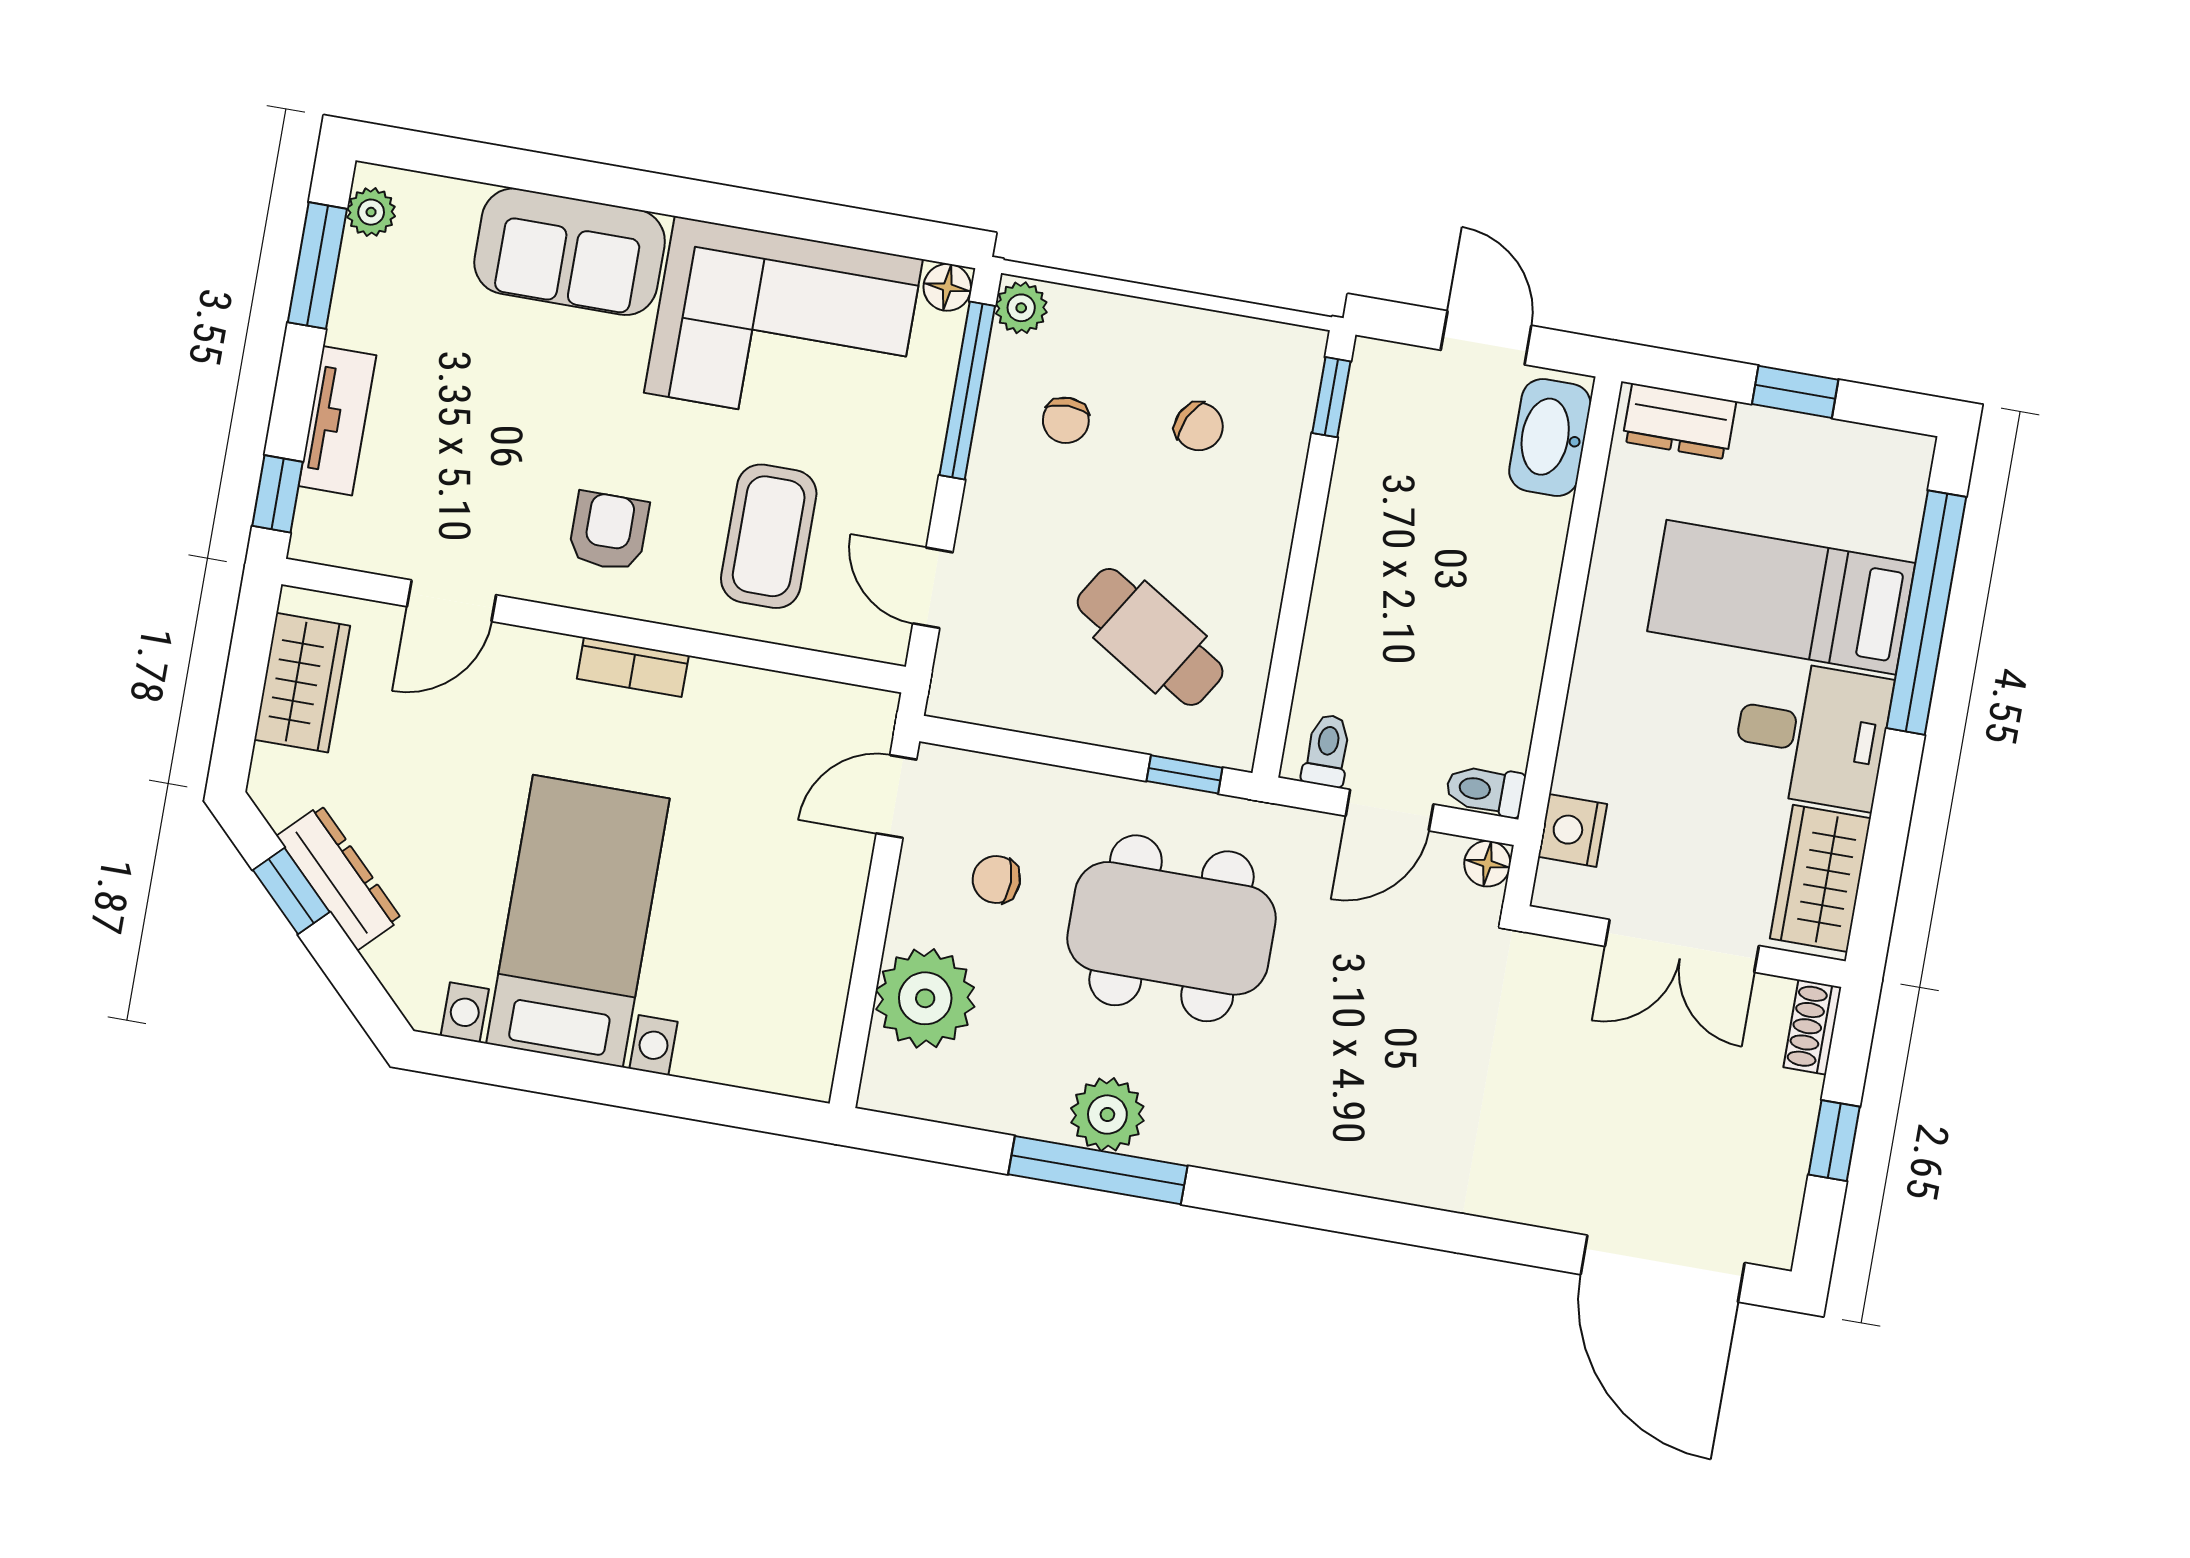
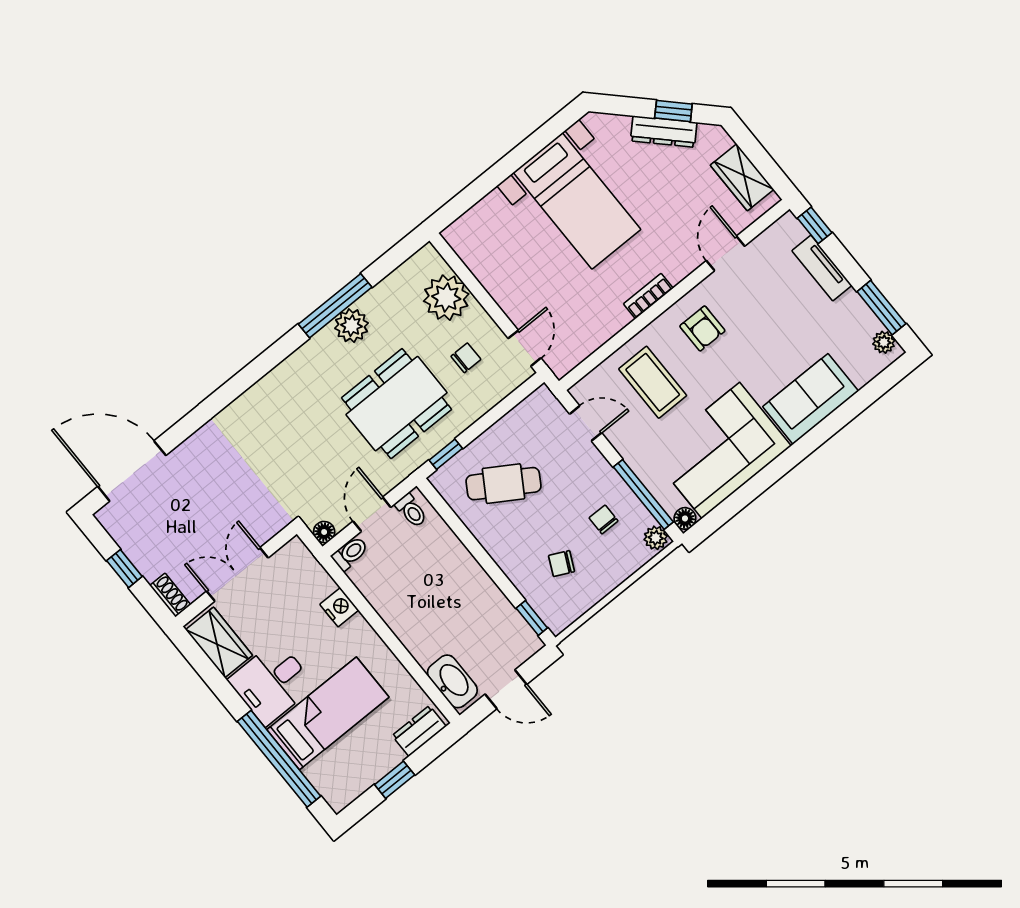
nightstand: (1573, 830) -> (339, 607), moved

